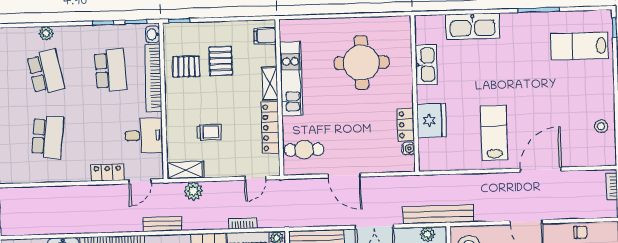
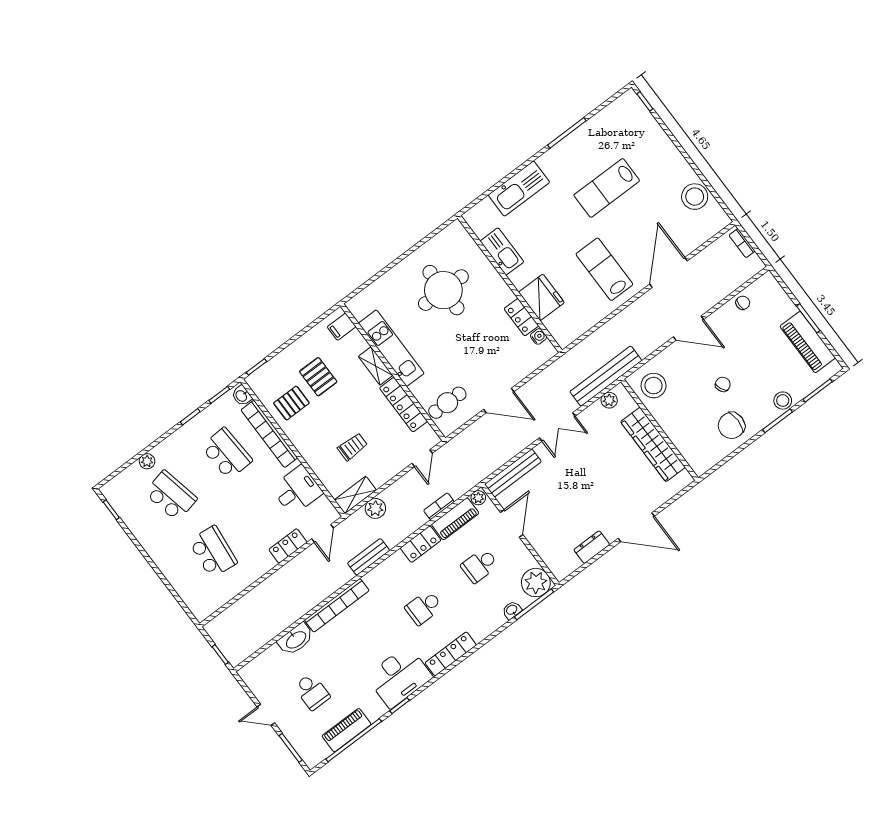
lab bench: (579, 46) -> (607, 188), moved
stool: (601, 126) -> (695, 197), width x1.89, depth x1.89

